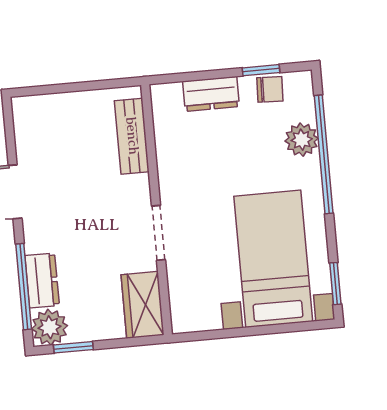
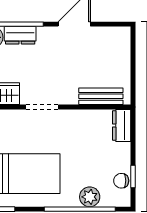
chair: (270, 89) -> (121, 181), turned 88
dresser: (211, 94) -> (122, 126), moved

